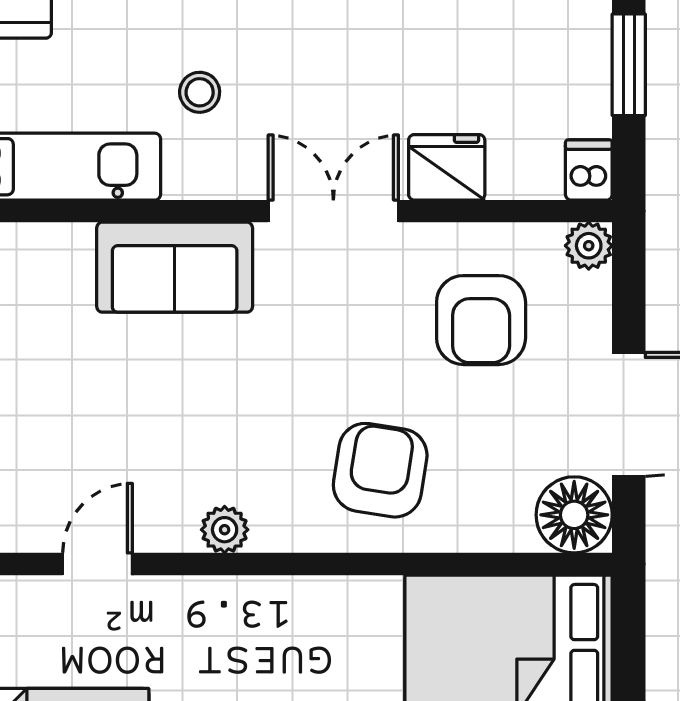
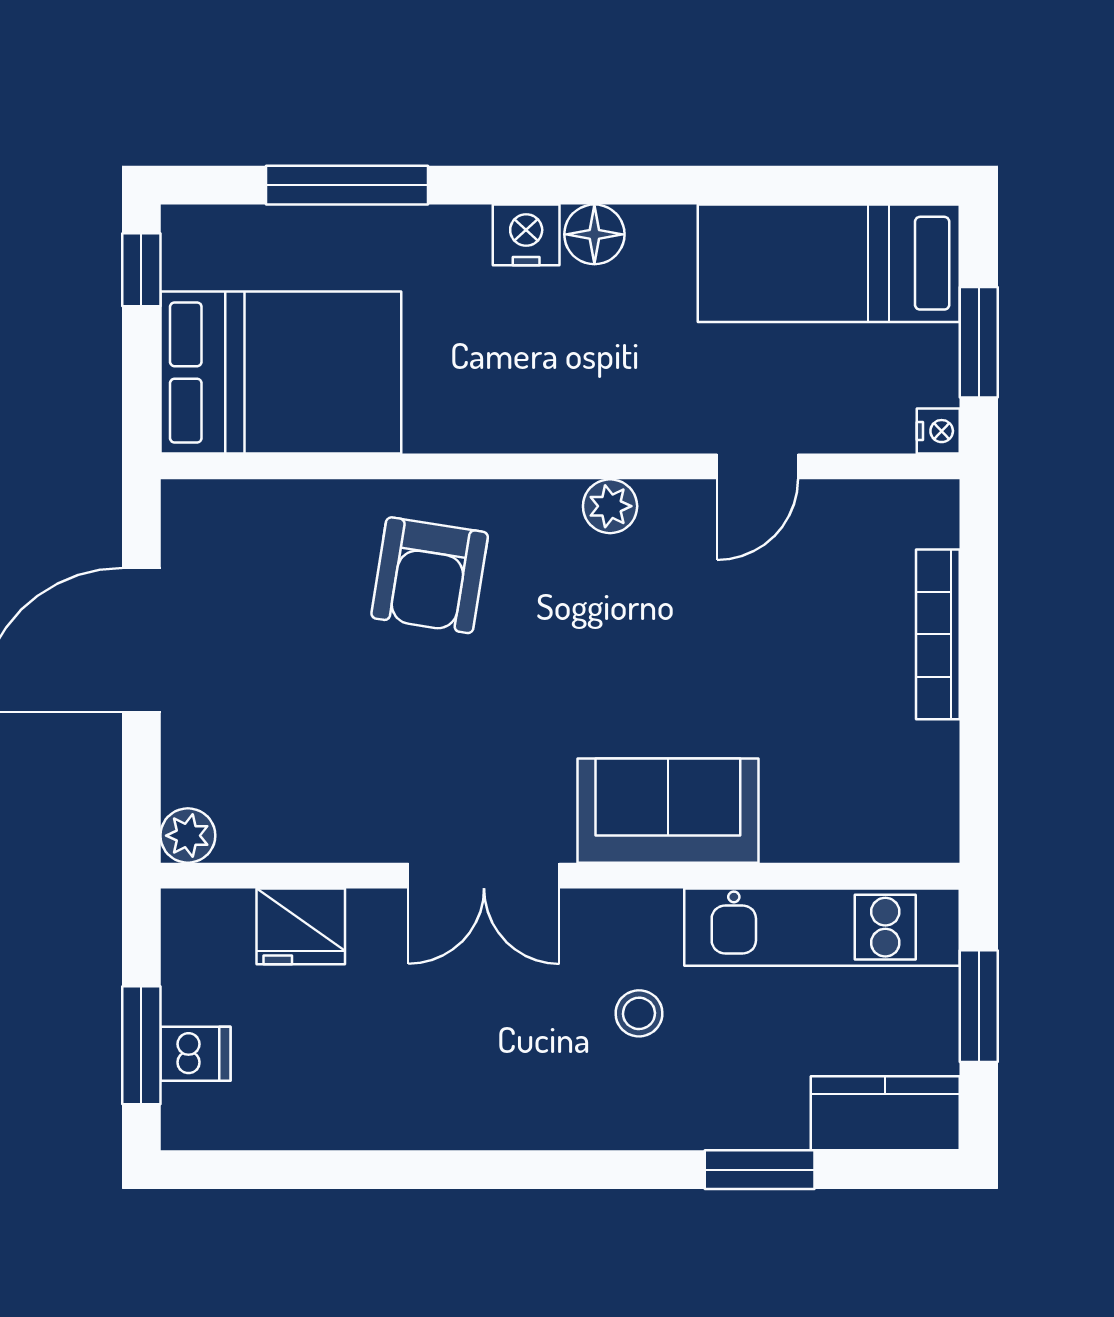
fridge: (447, 167) -> (301, 926), moved
dishwasher: (589, 170) -> (196, 1054), moved, turned -90
armchair: (481, 320) -> (313, 749), removed
floor lamp: (574, 515) -> (205, 523), removed

